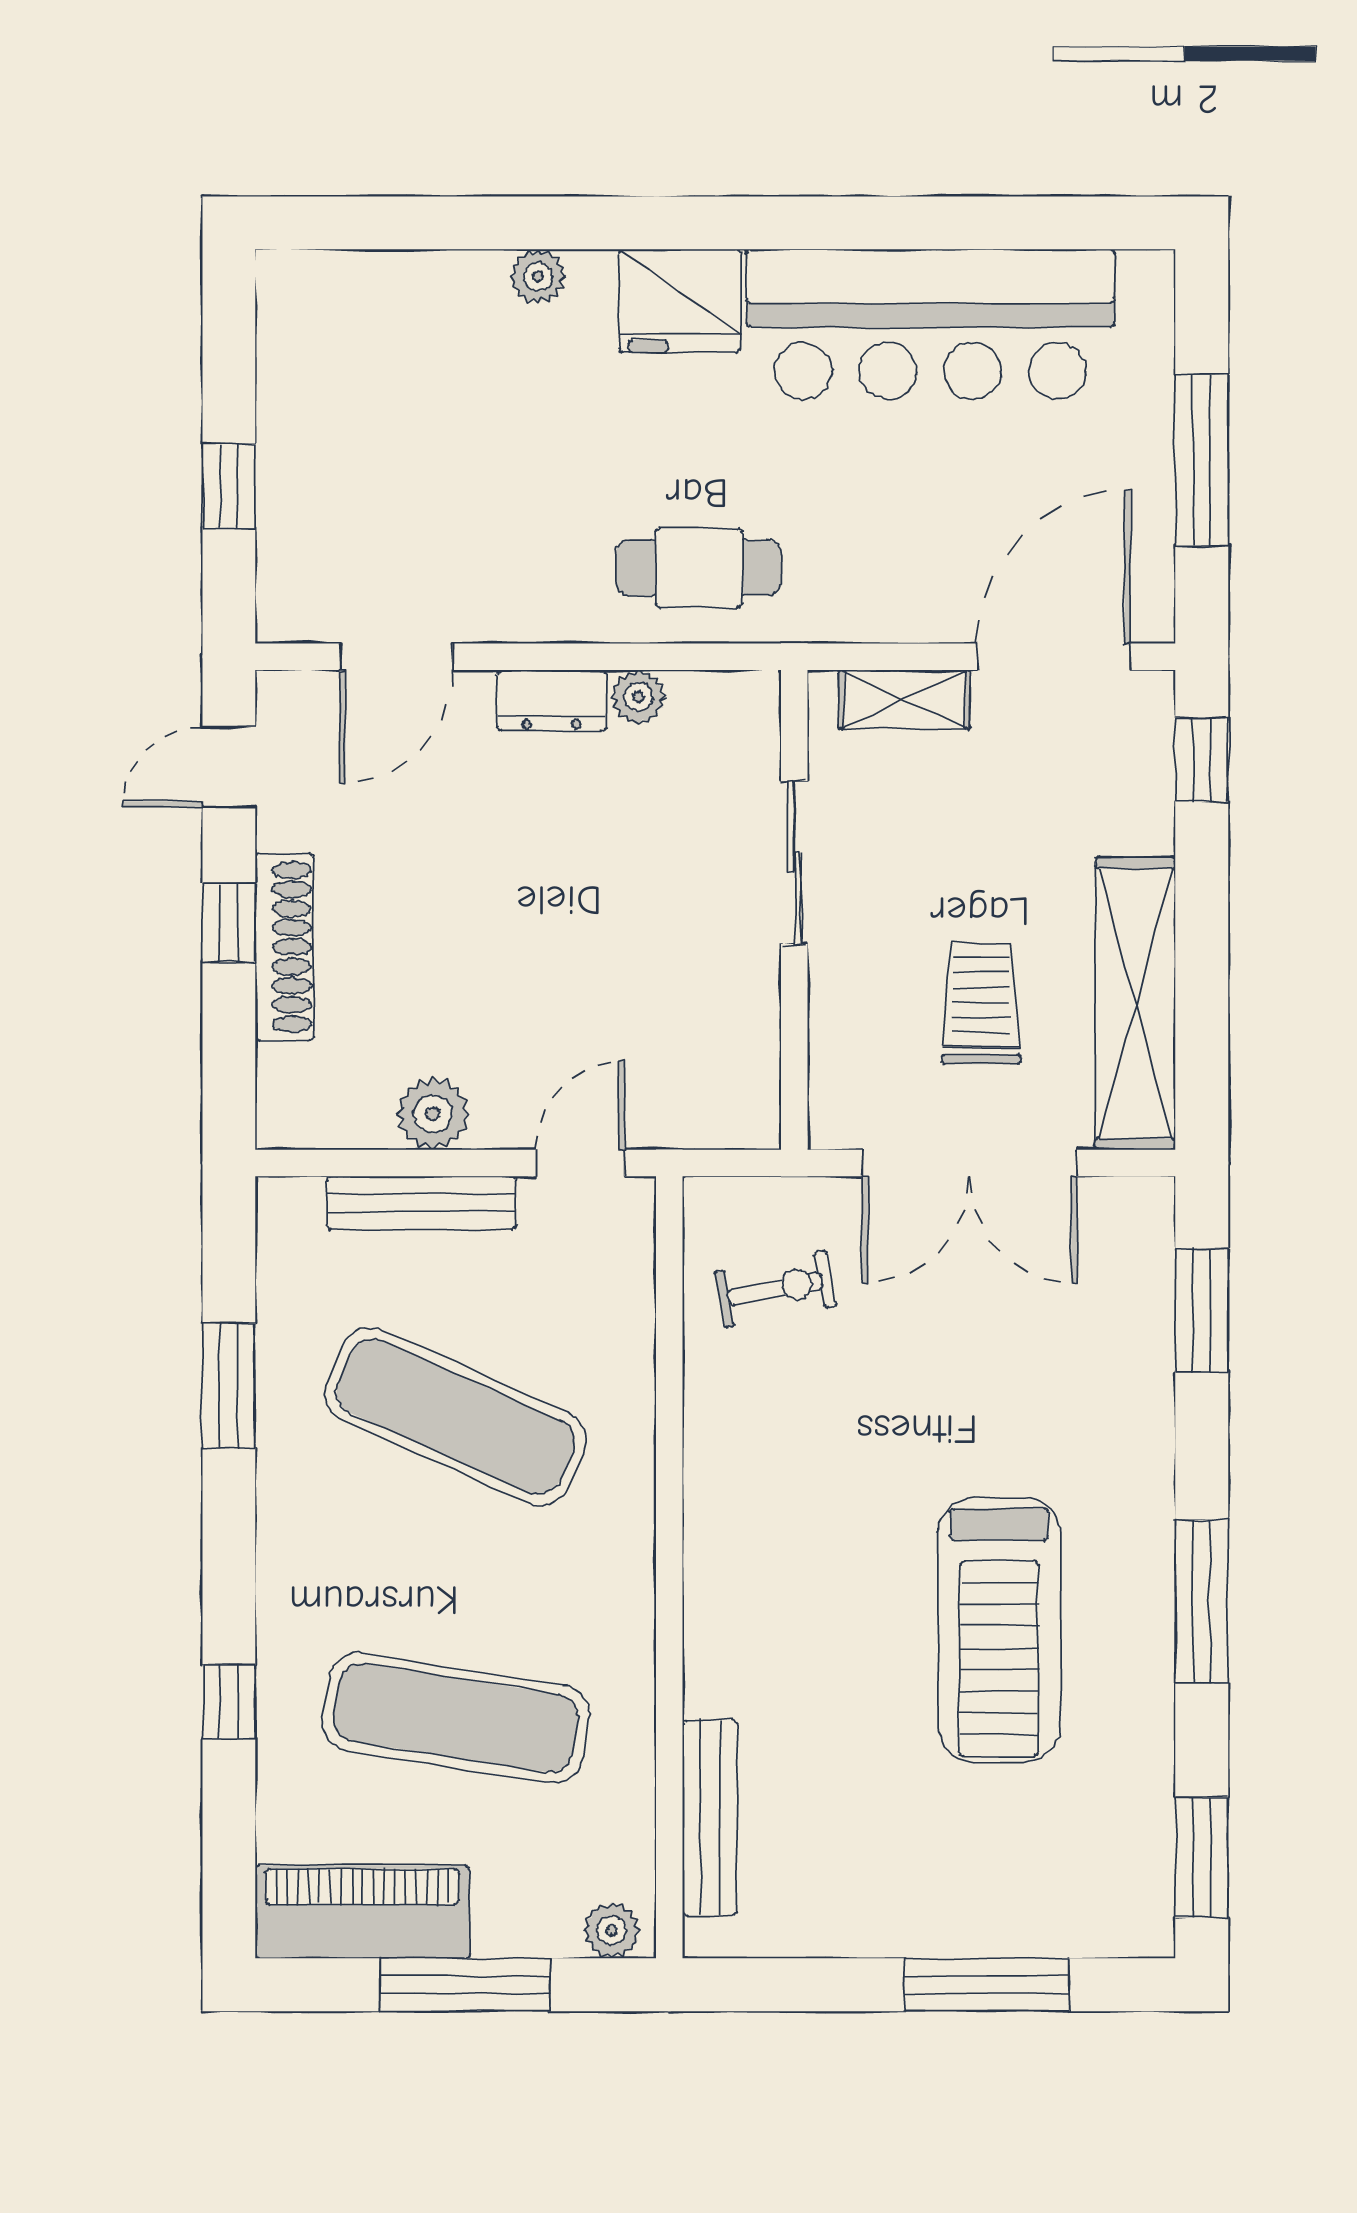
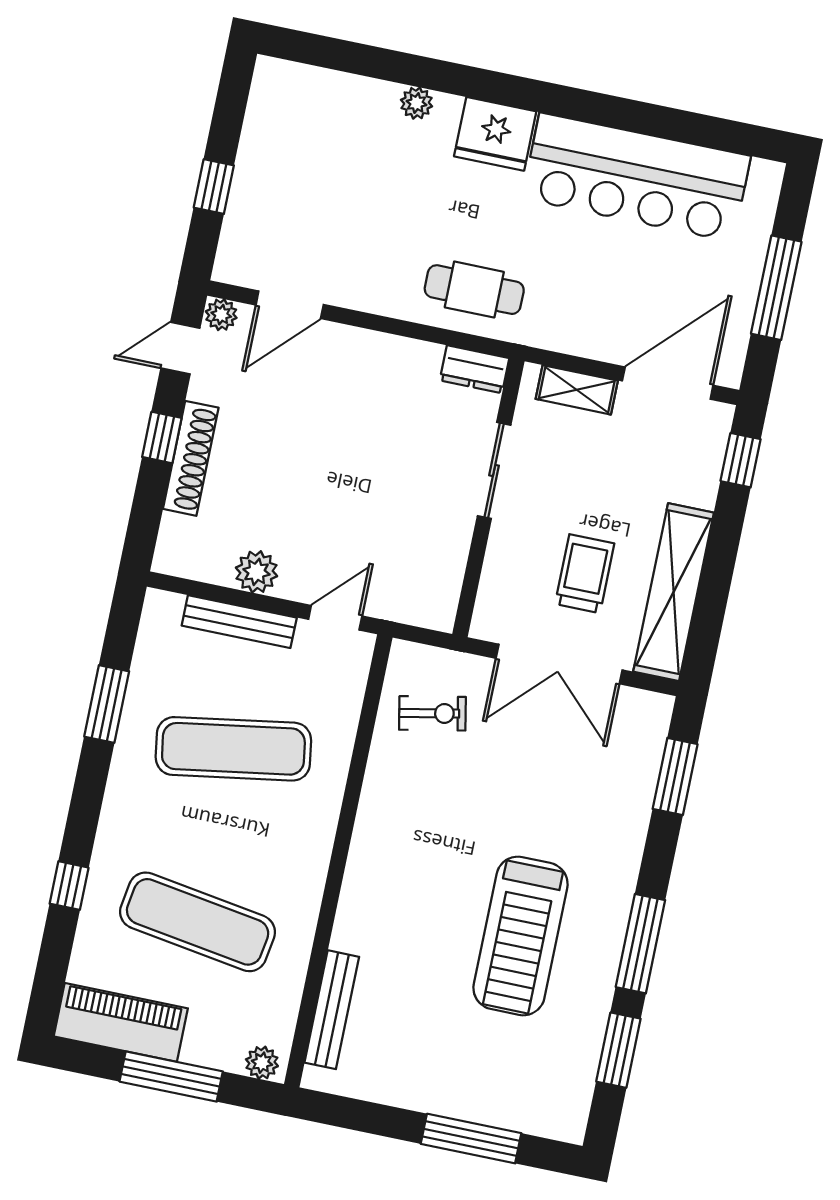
plant: (638, 697) -> (221, 315), moved
dresser: (552, 701) -> (475, 369), moved
exercise mat: (456, 1417) -> (233, 749), turned -33
window: (1202, 1857) -> (618, 1050), moved

